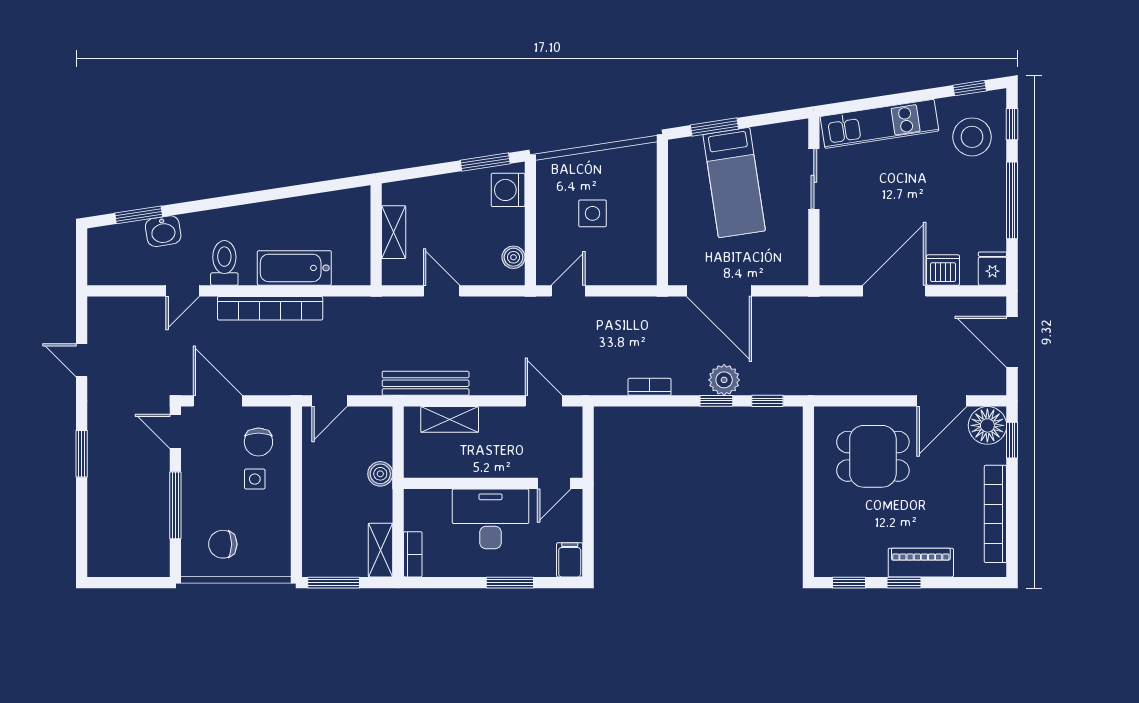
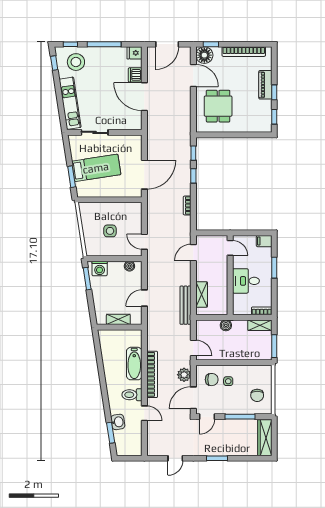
plant: (724, 380) -> (184, 375), moved
desk: (490, 519) -> (246, 281), width x0.73
wardrobe: (128, 561) -> (265, 438), added

